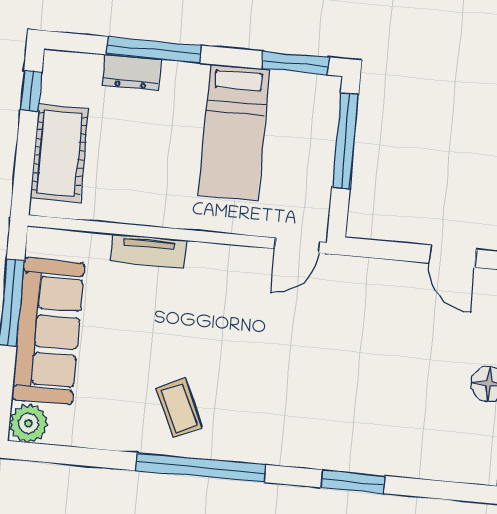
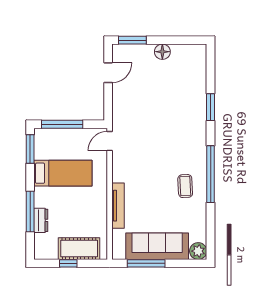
window: (31, 91) -> (68, 263), moved
door: (297, 245) -> (110, 141), swing flipped
tv unit: (148, 251) -> (118, 206), width x1.41
coffee table: (179, 408) -> (185, 186), turned -68

